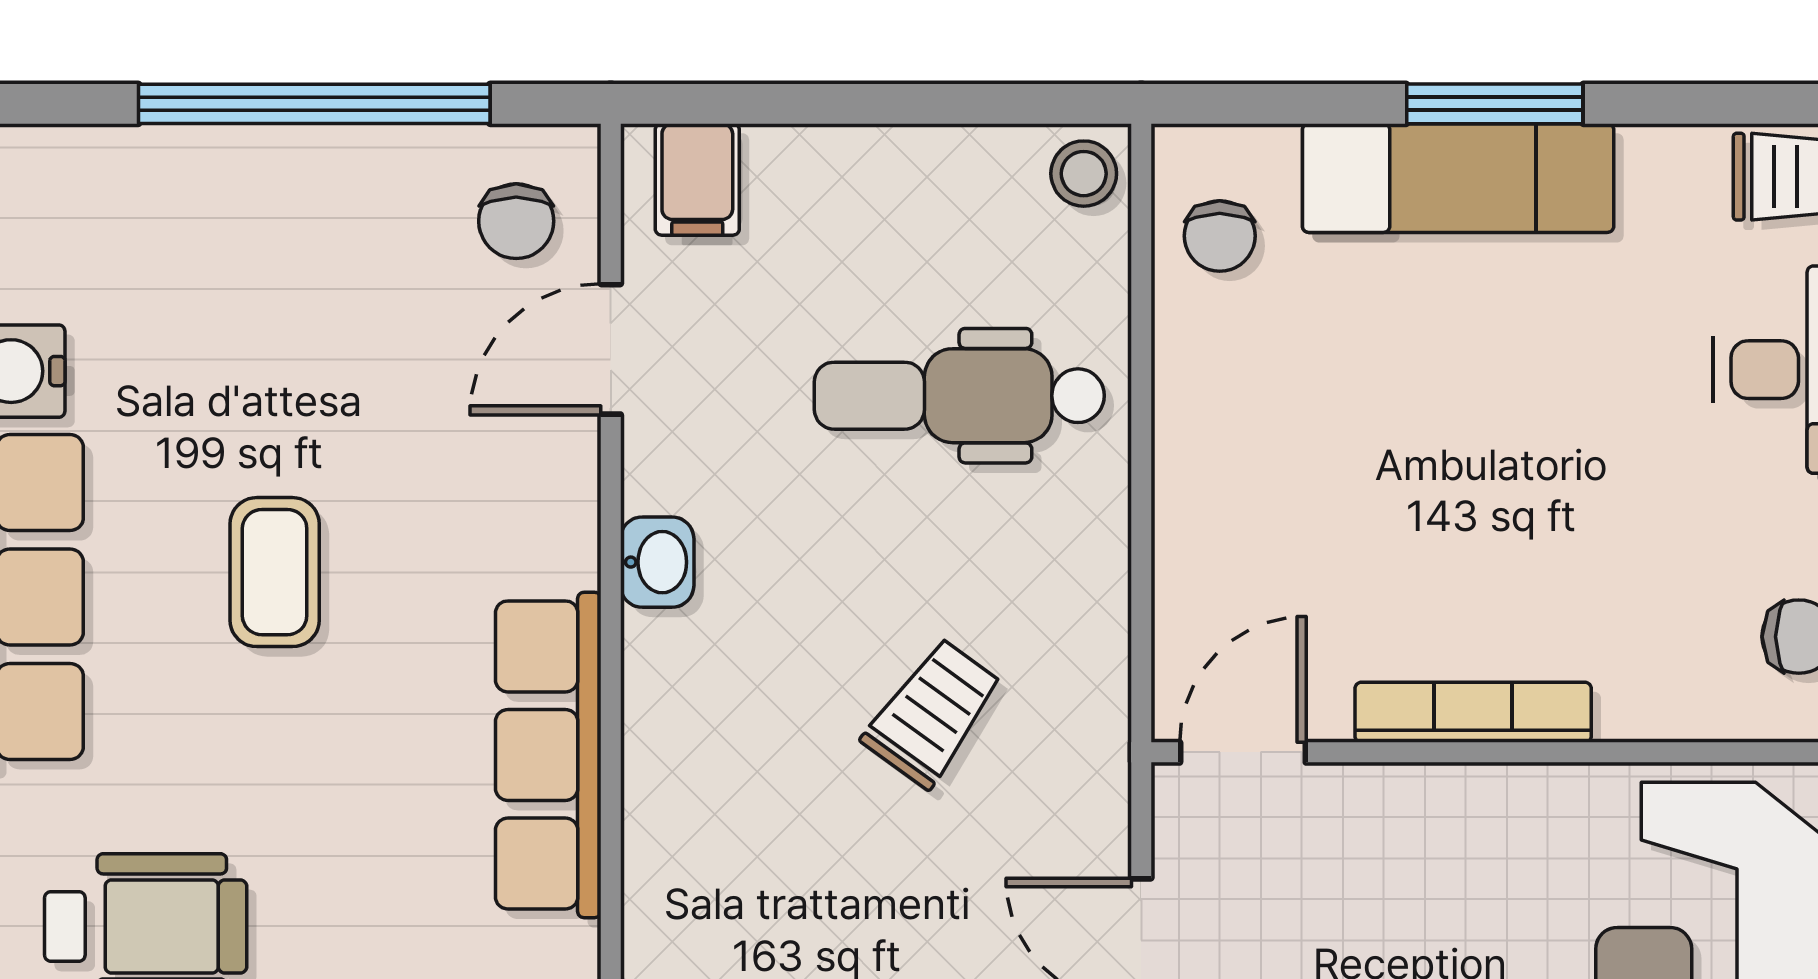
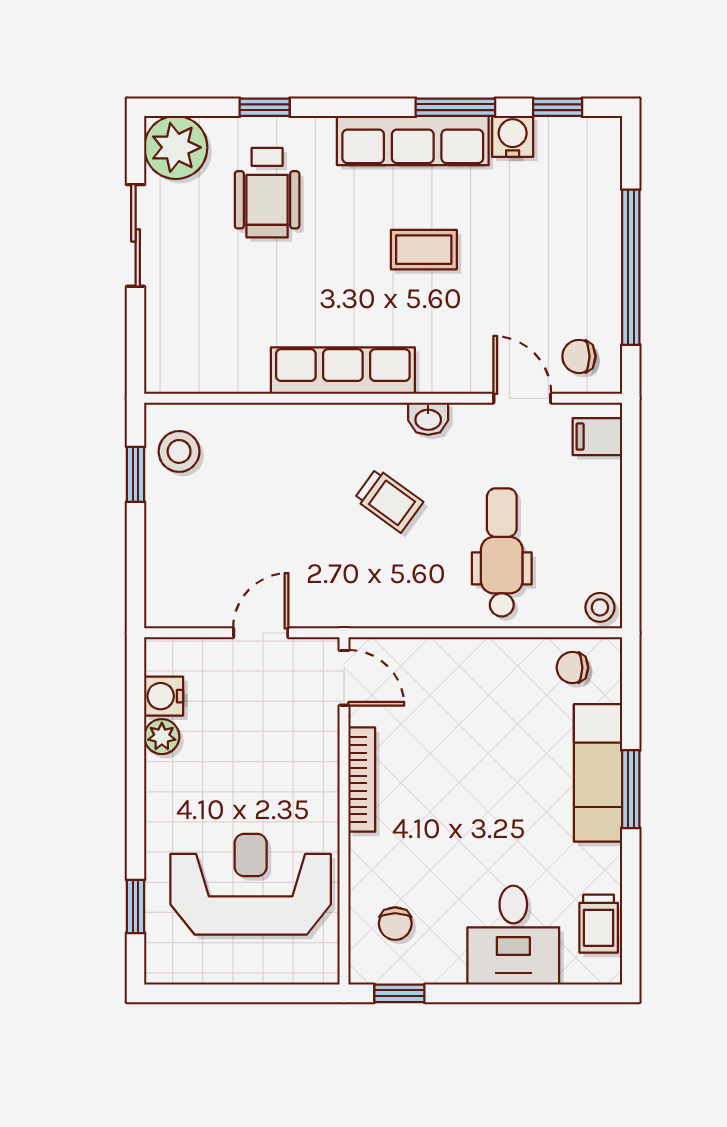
trolley: (933, 713) -> (389, 500), moved

